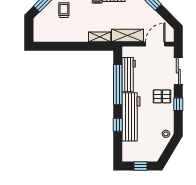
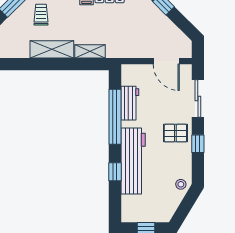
shelving: (127, 36) -> (52, 49), moved
door: (155, 44) -> (166, 61), swing flipped
workbench: (129, 75) -> (130, 103), width x0.73

